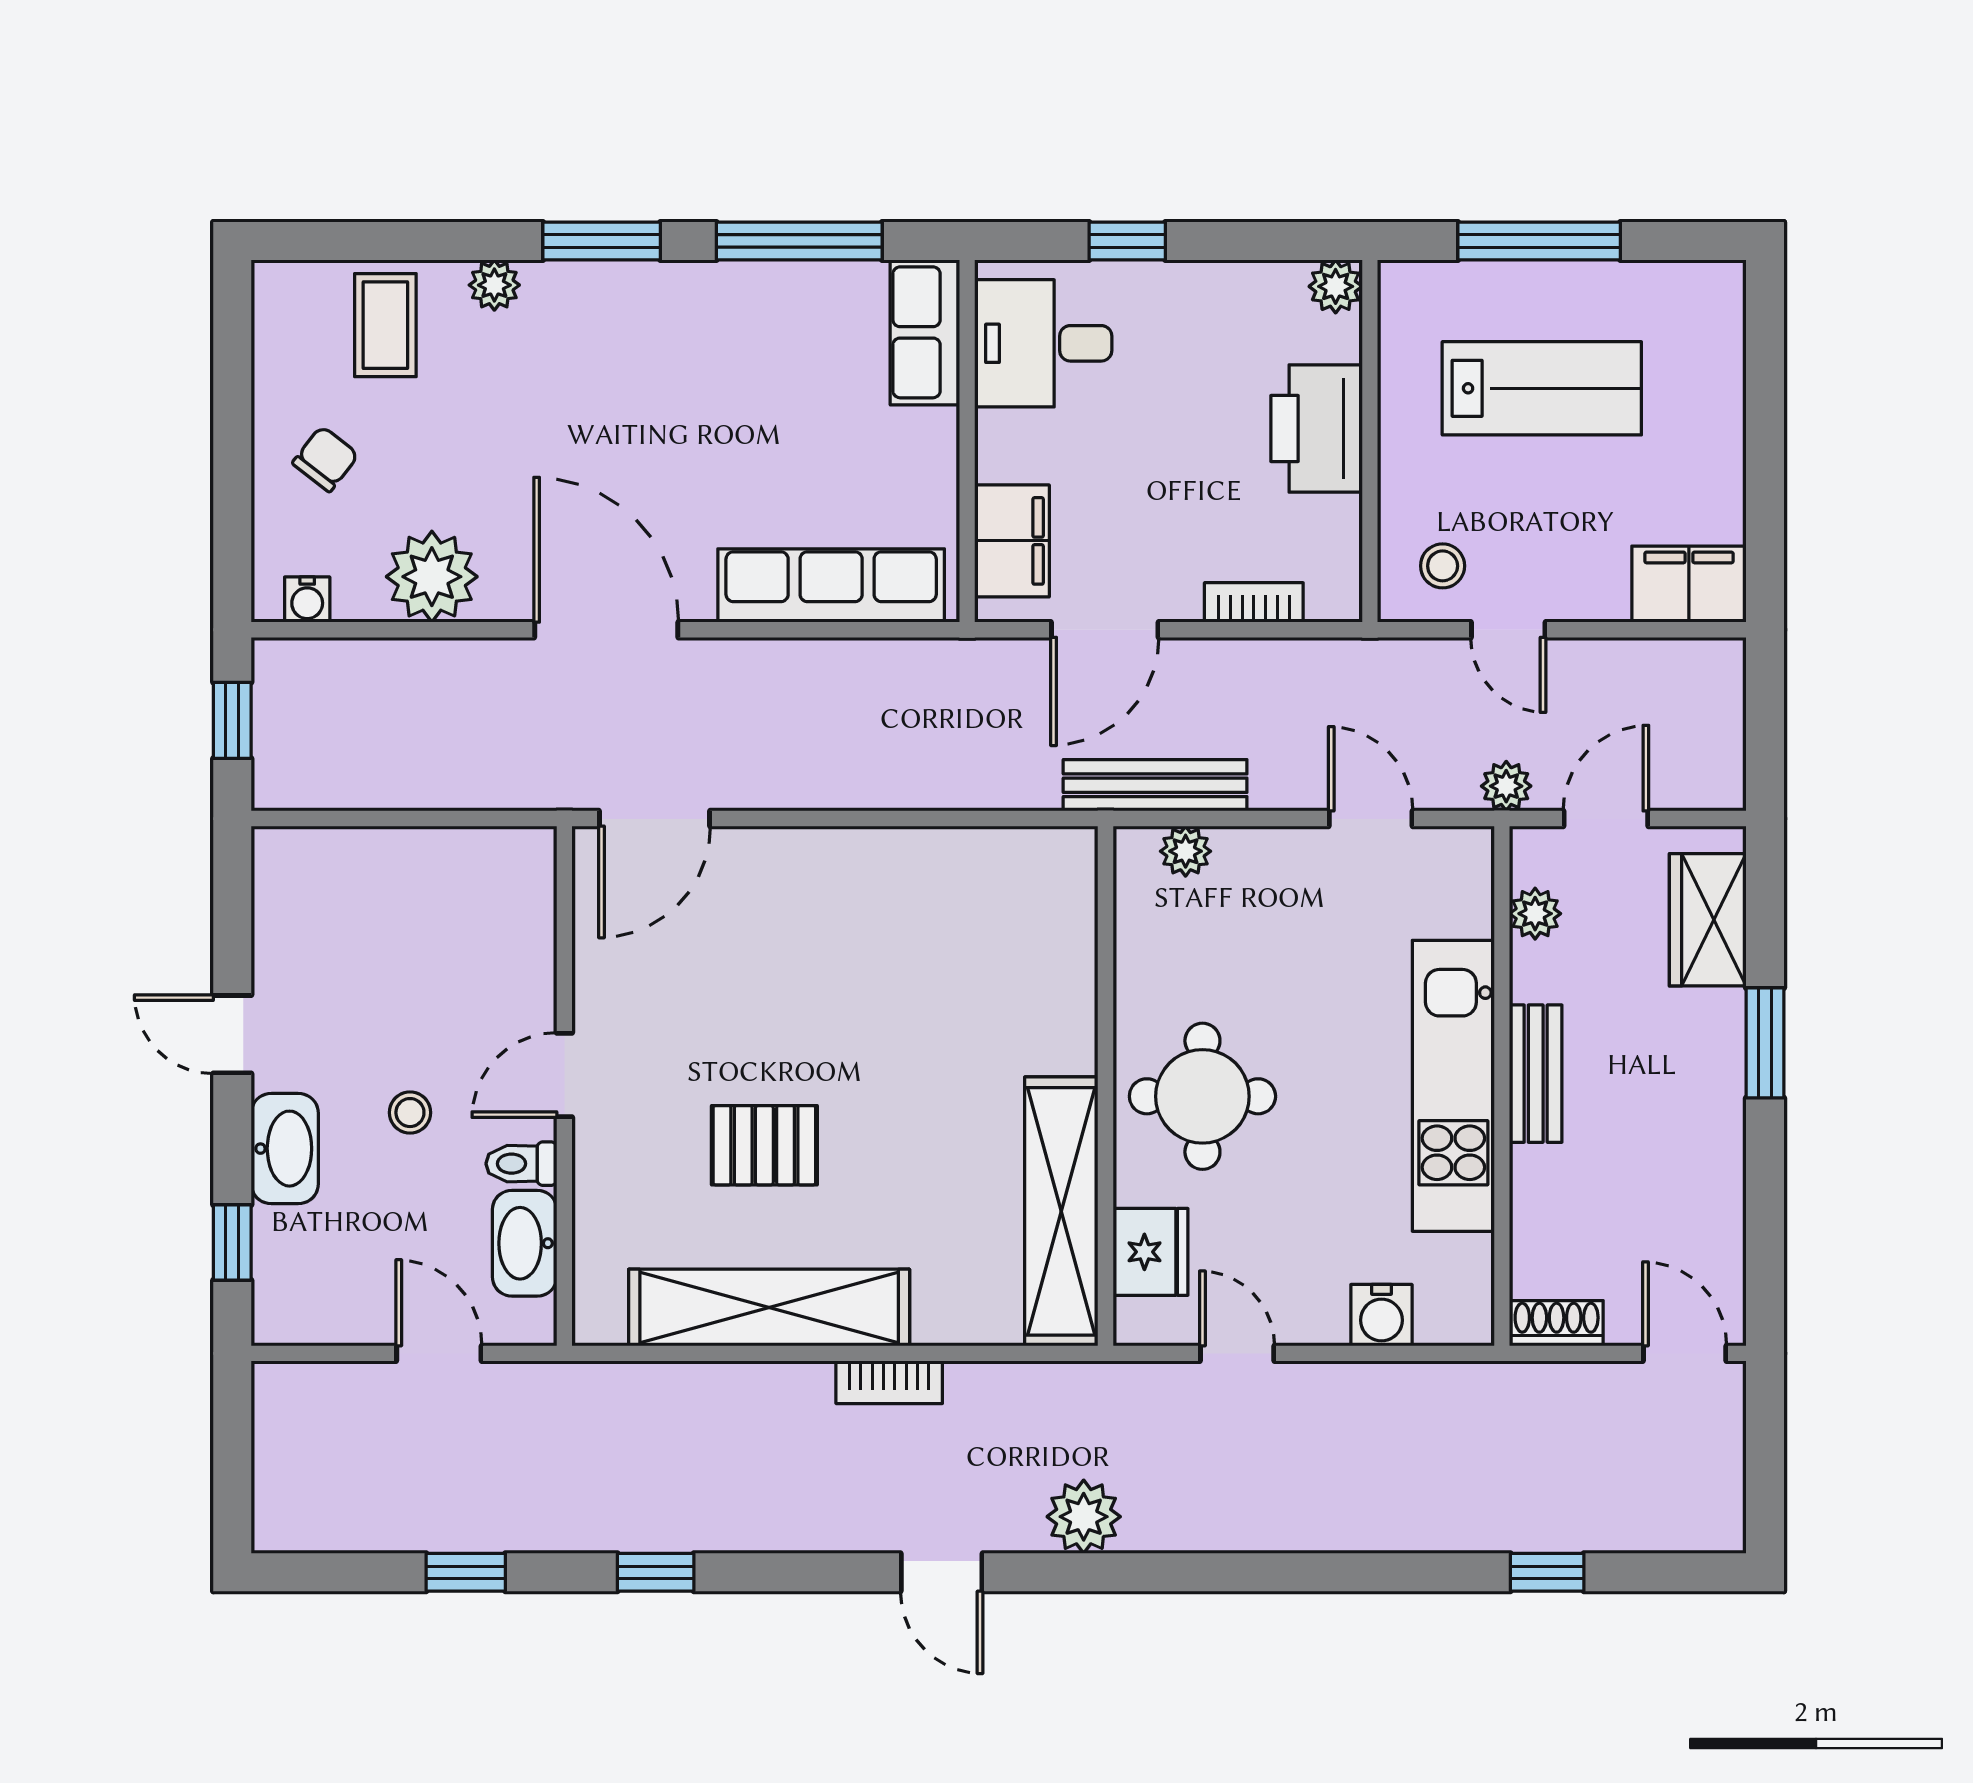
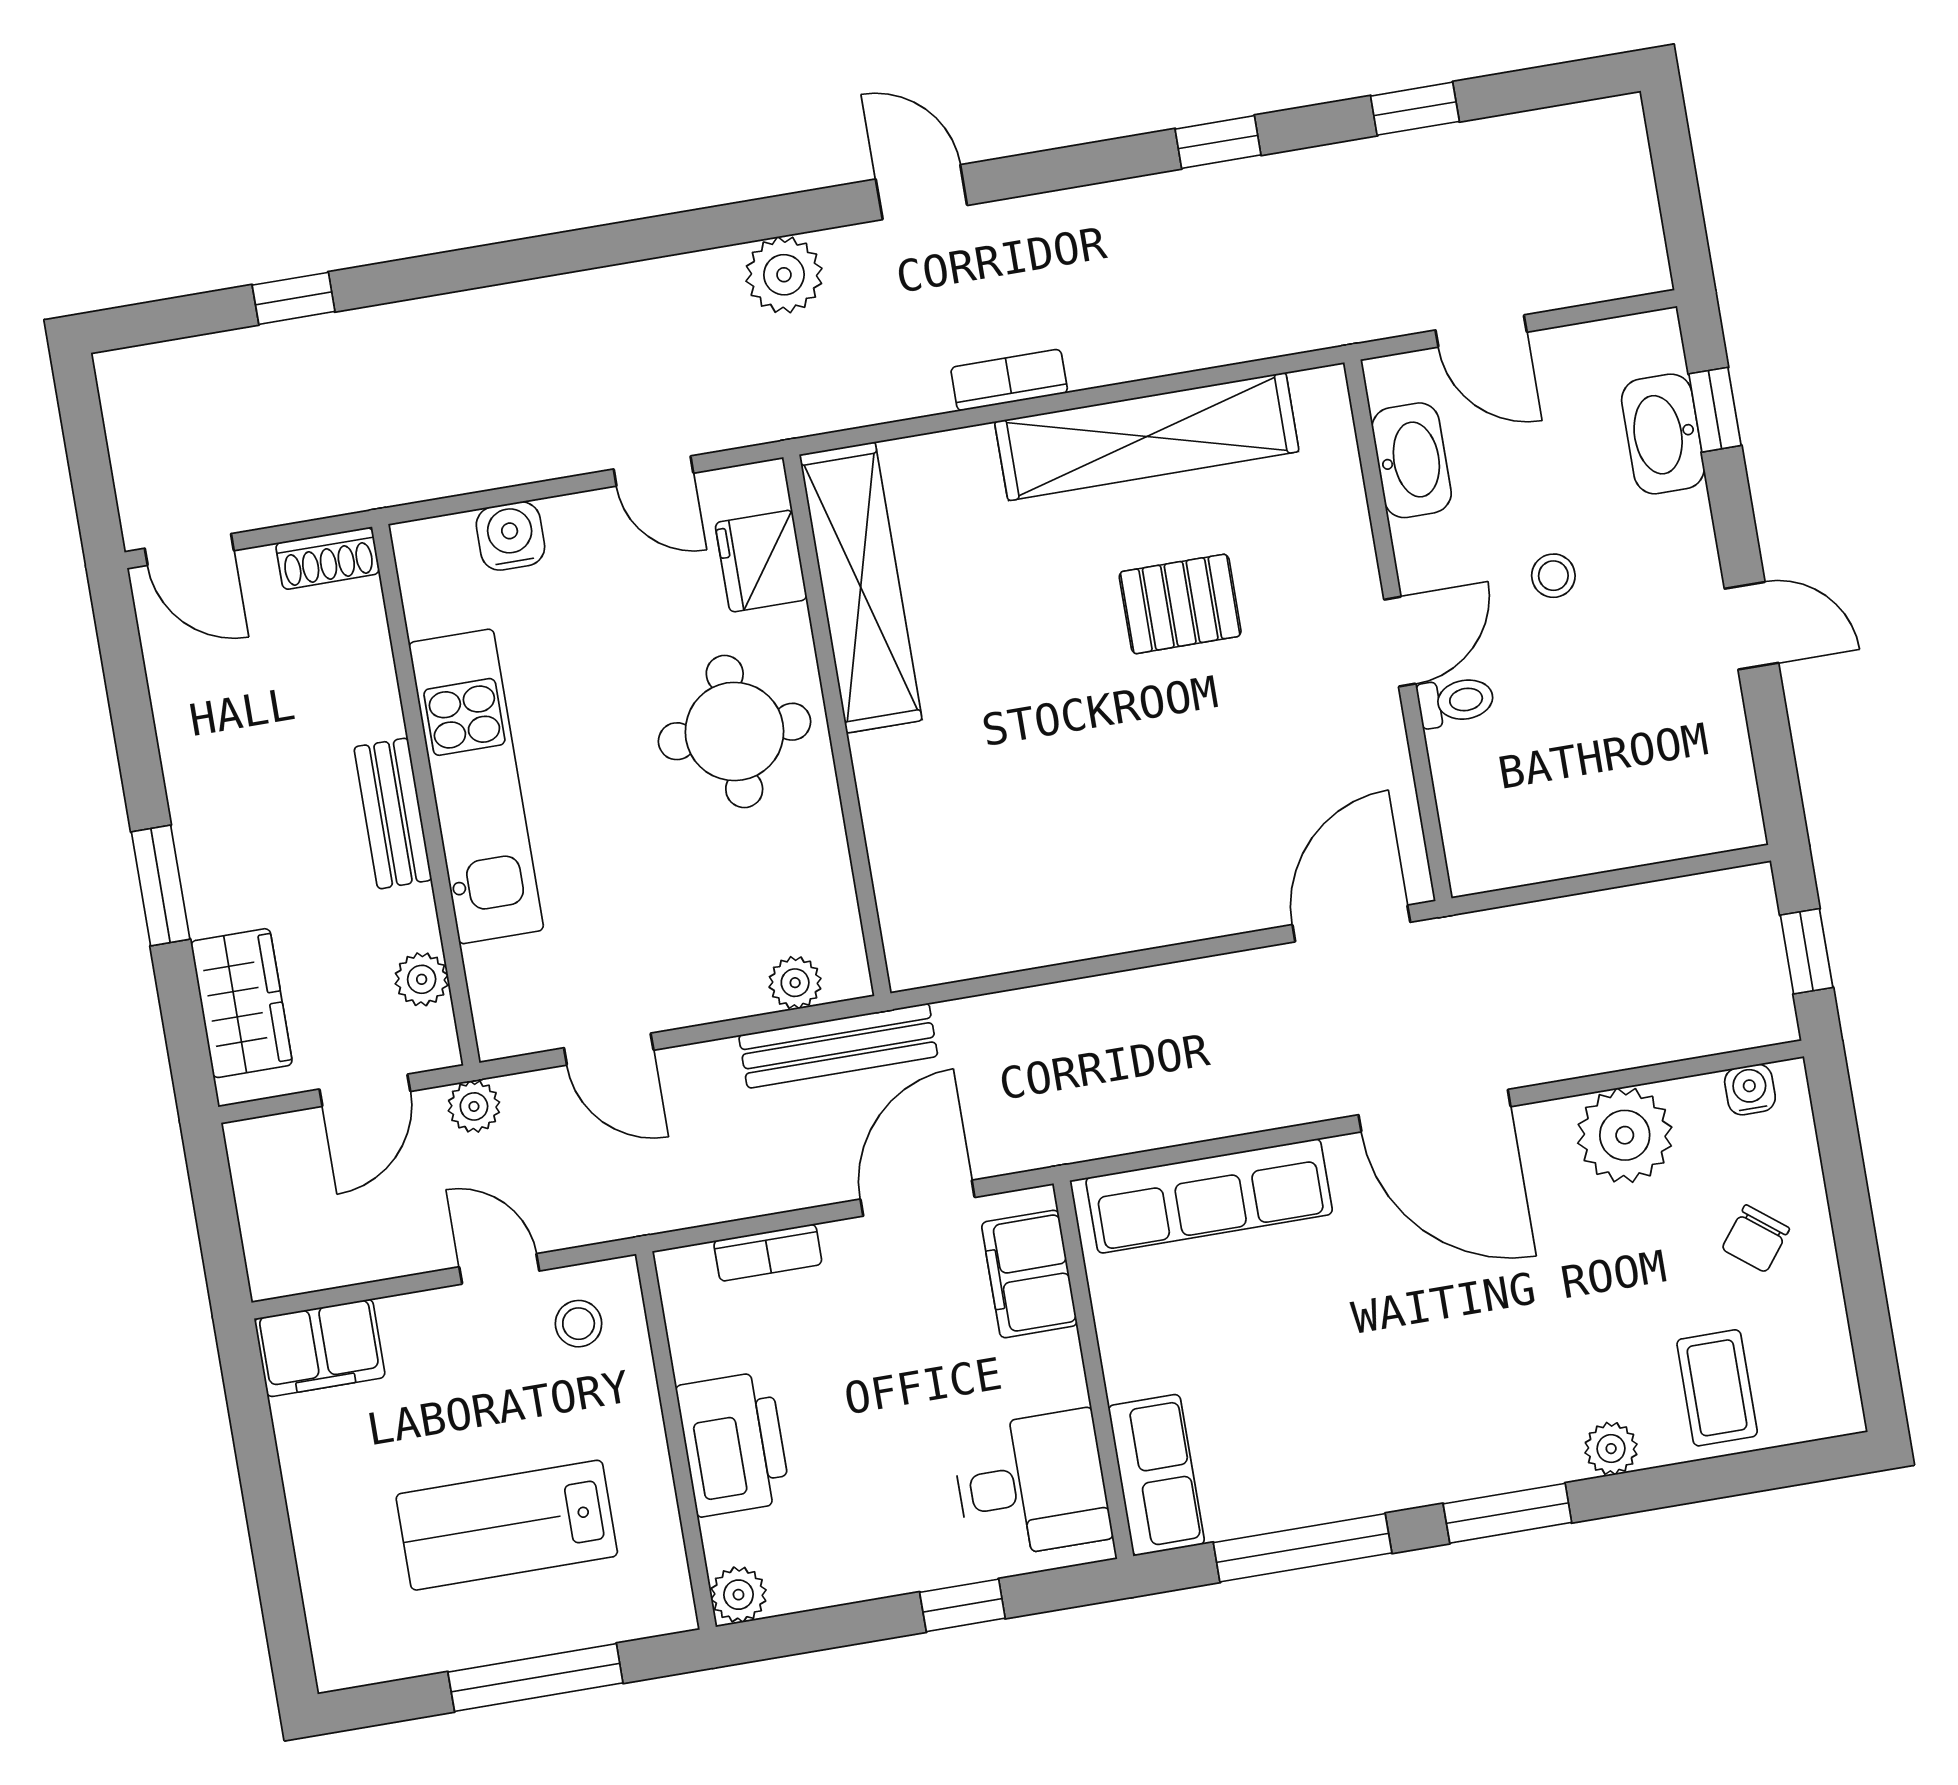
washbasin: (285, 1149) -> (1663, 434), moved
toilet: (521, 1164) -> (1456, 701), moved

